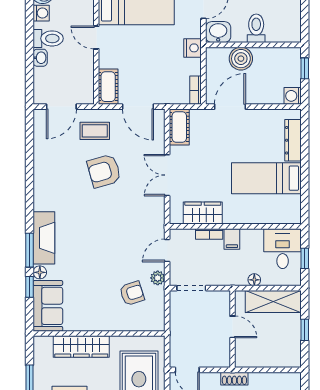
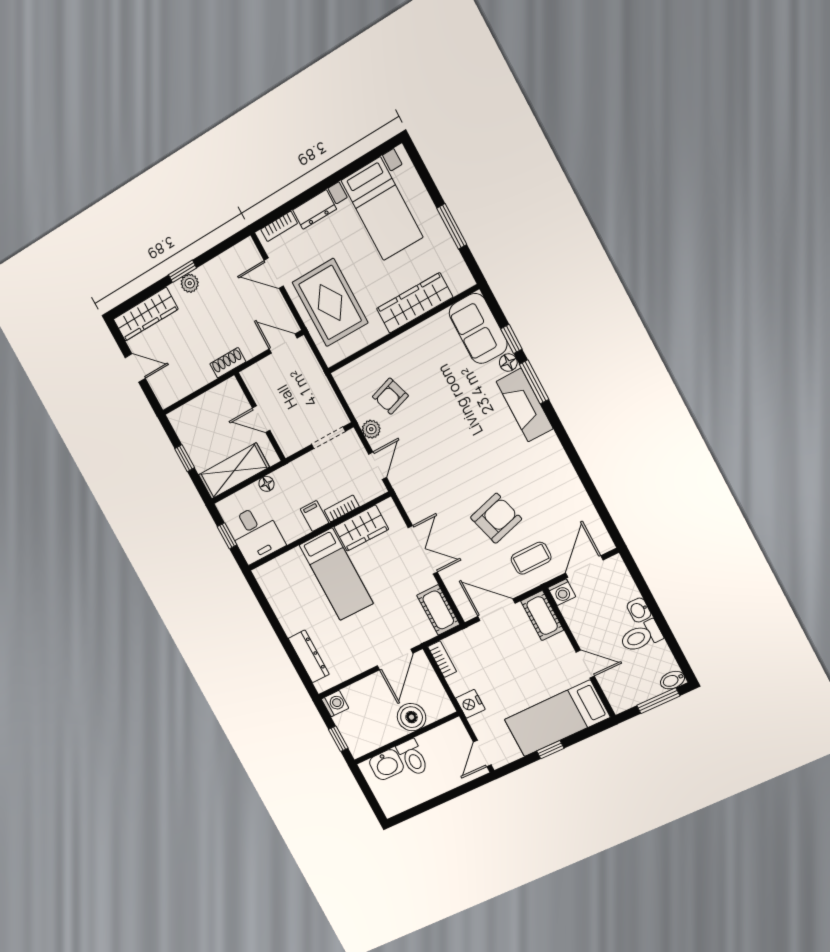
washing machine: (41, 13) -> (562, 592), moved, turned -90
washbasin: (218, 32) -> (386, 765), moved
bed: (266, 178) -> (336, 574), moved, turned 90

